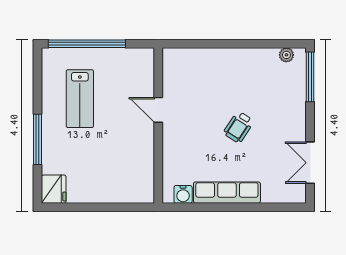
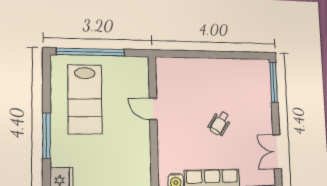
plant: (286, 55) -> (255, 64), removed
lab bench: (80, 99) -> (85, 99), width x1.36, depth x1.39

